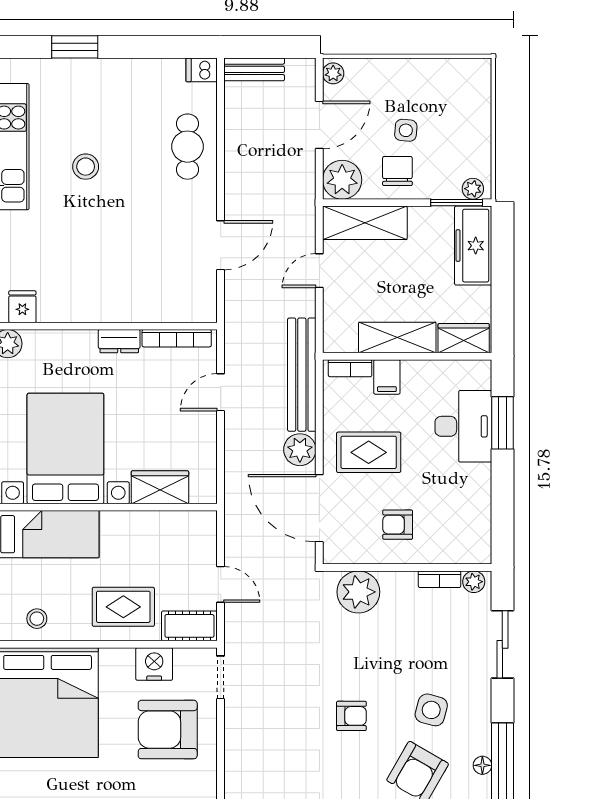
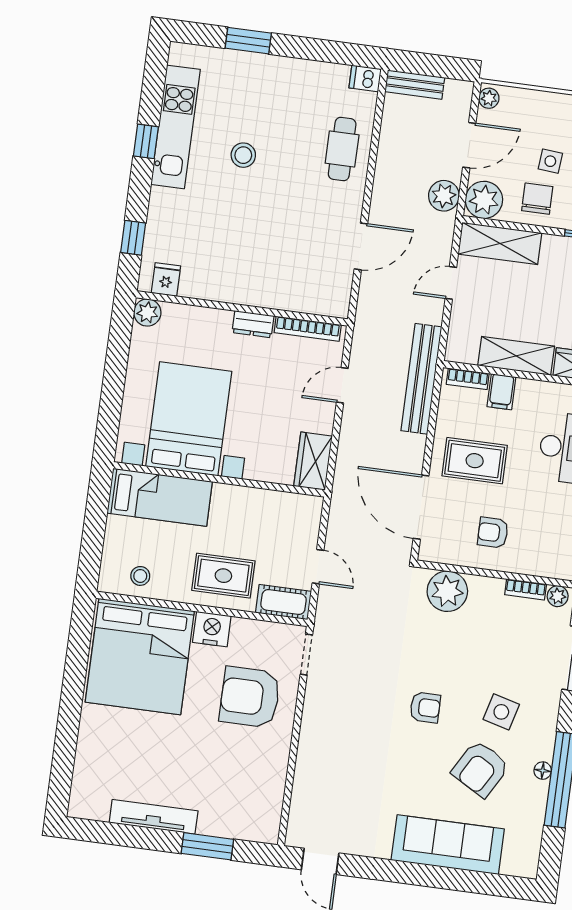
plant: (300, 450) -> (444, 196), moved
wardrobe: (160, 487) -> (313, 461), moved, turned -90
nightstand: (154, 664) -> (212, 629), moved

